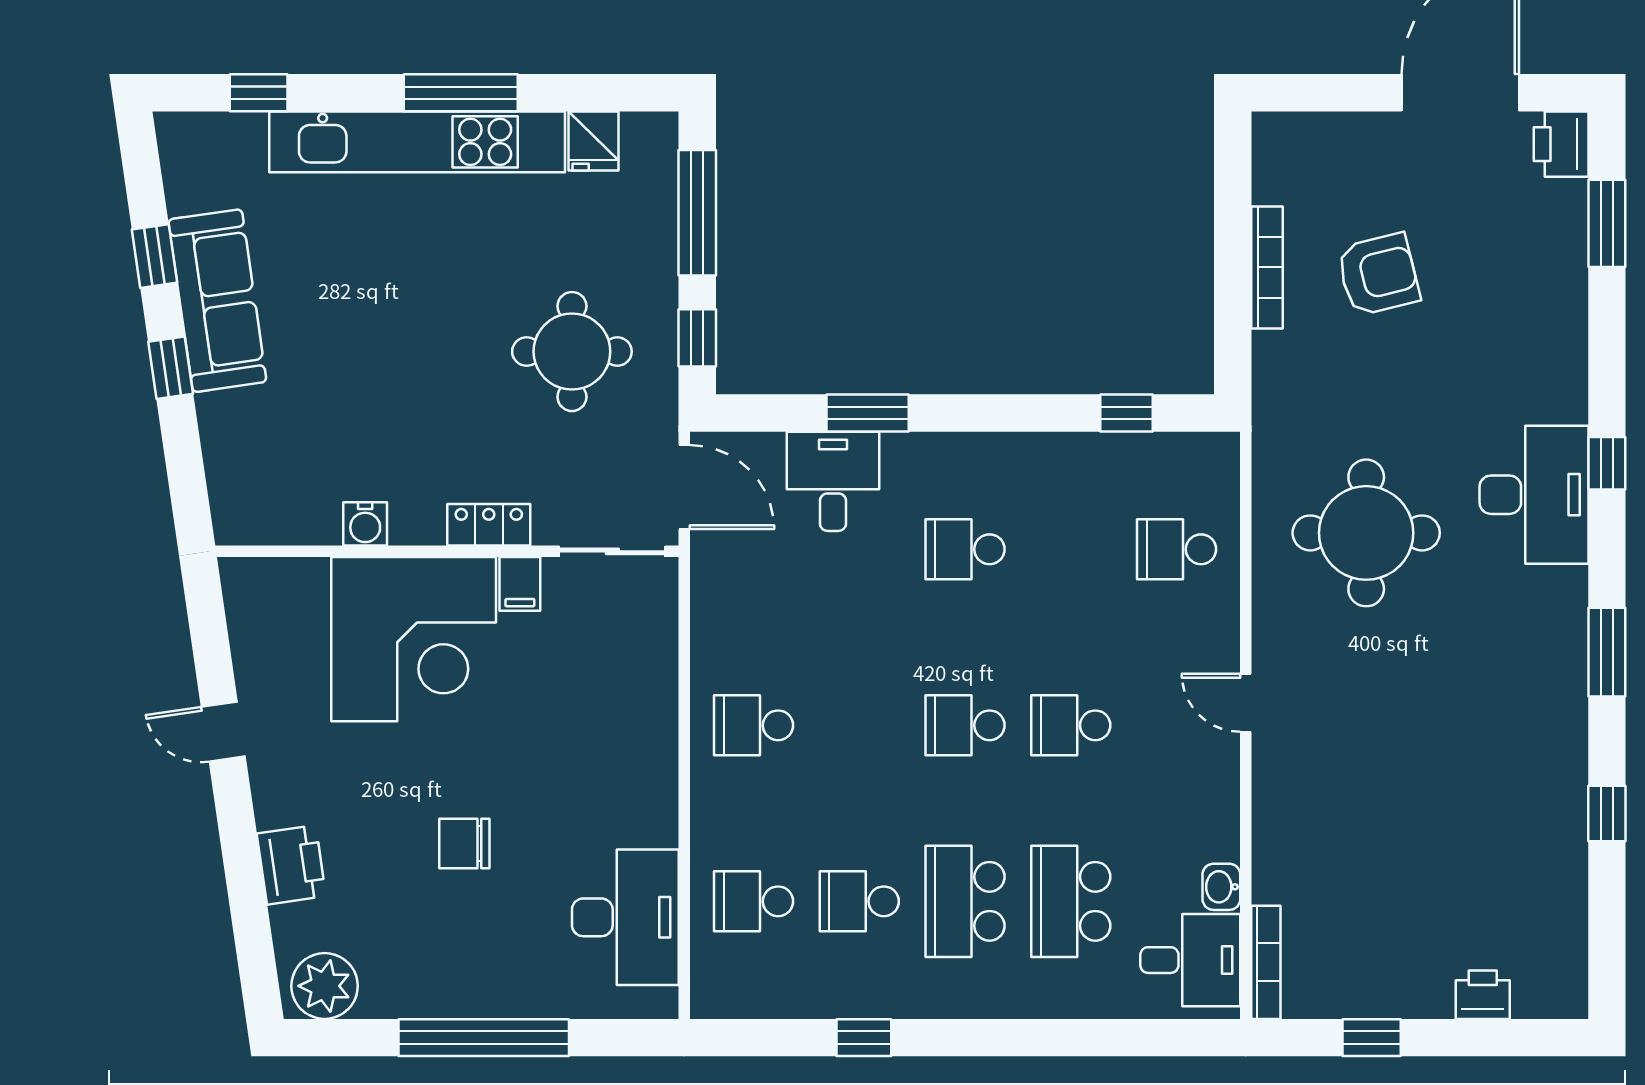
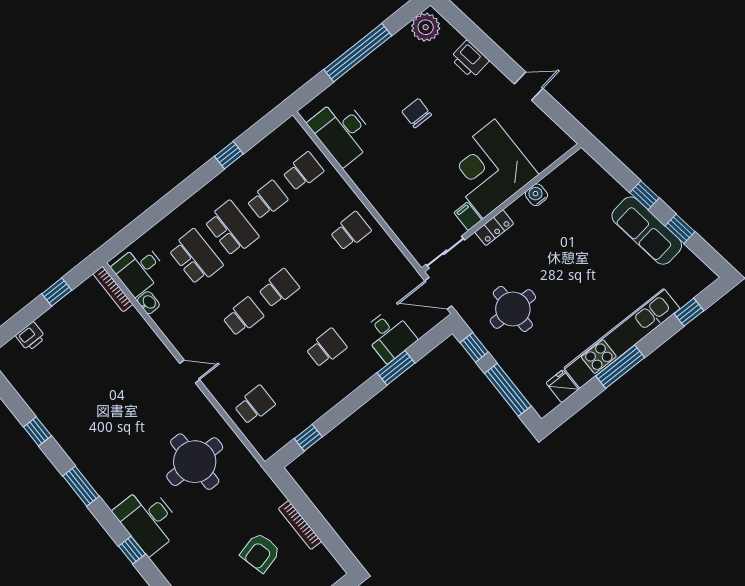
chair: (464, 843) -> (417, 113), turned -90

